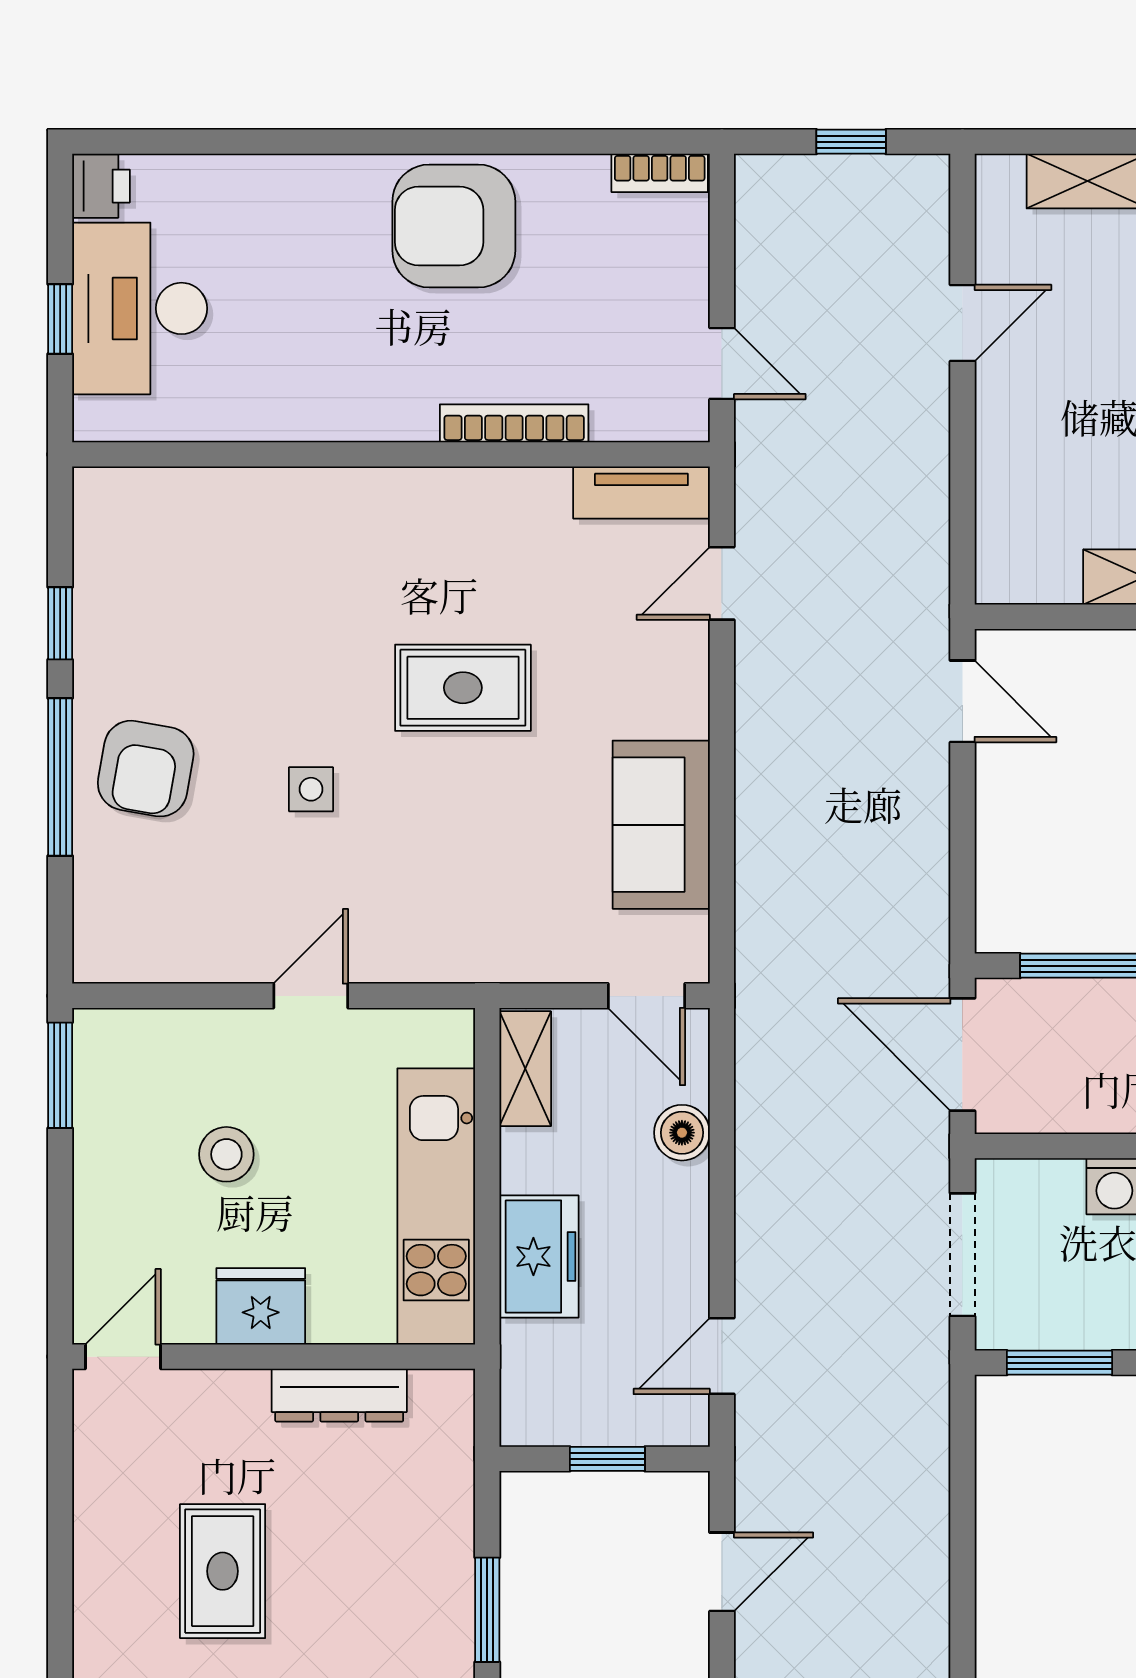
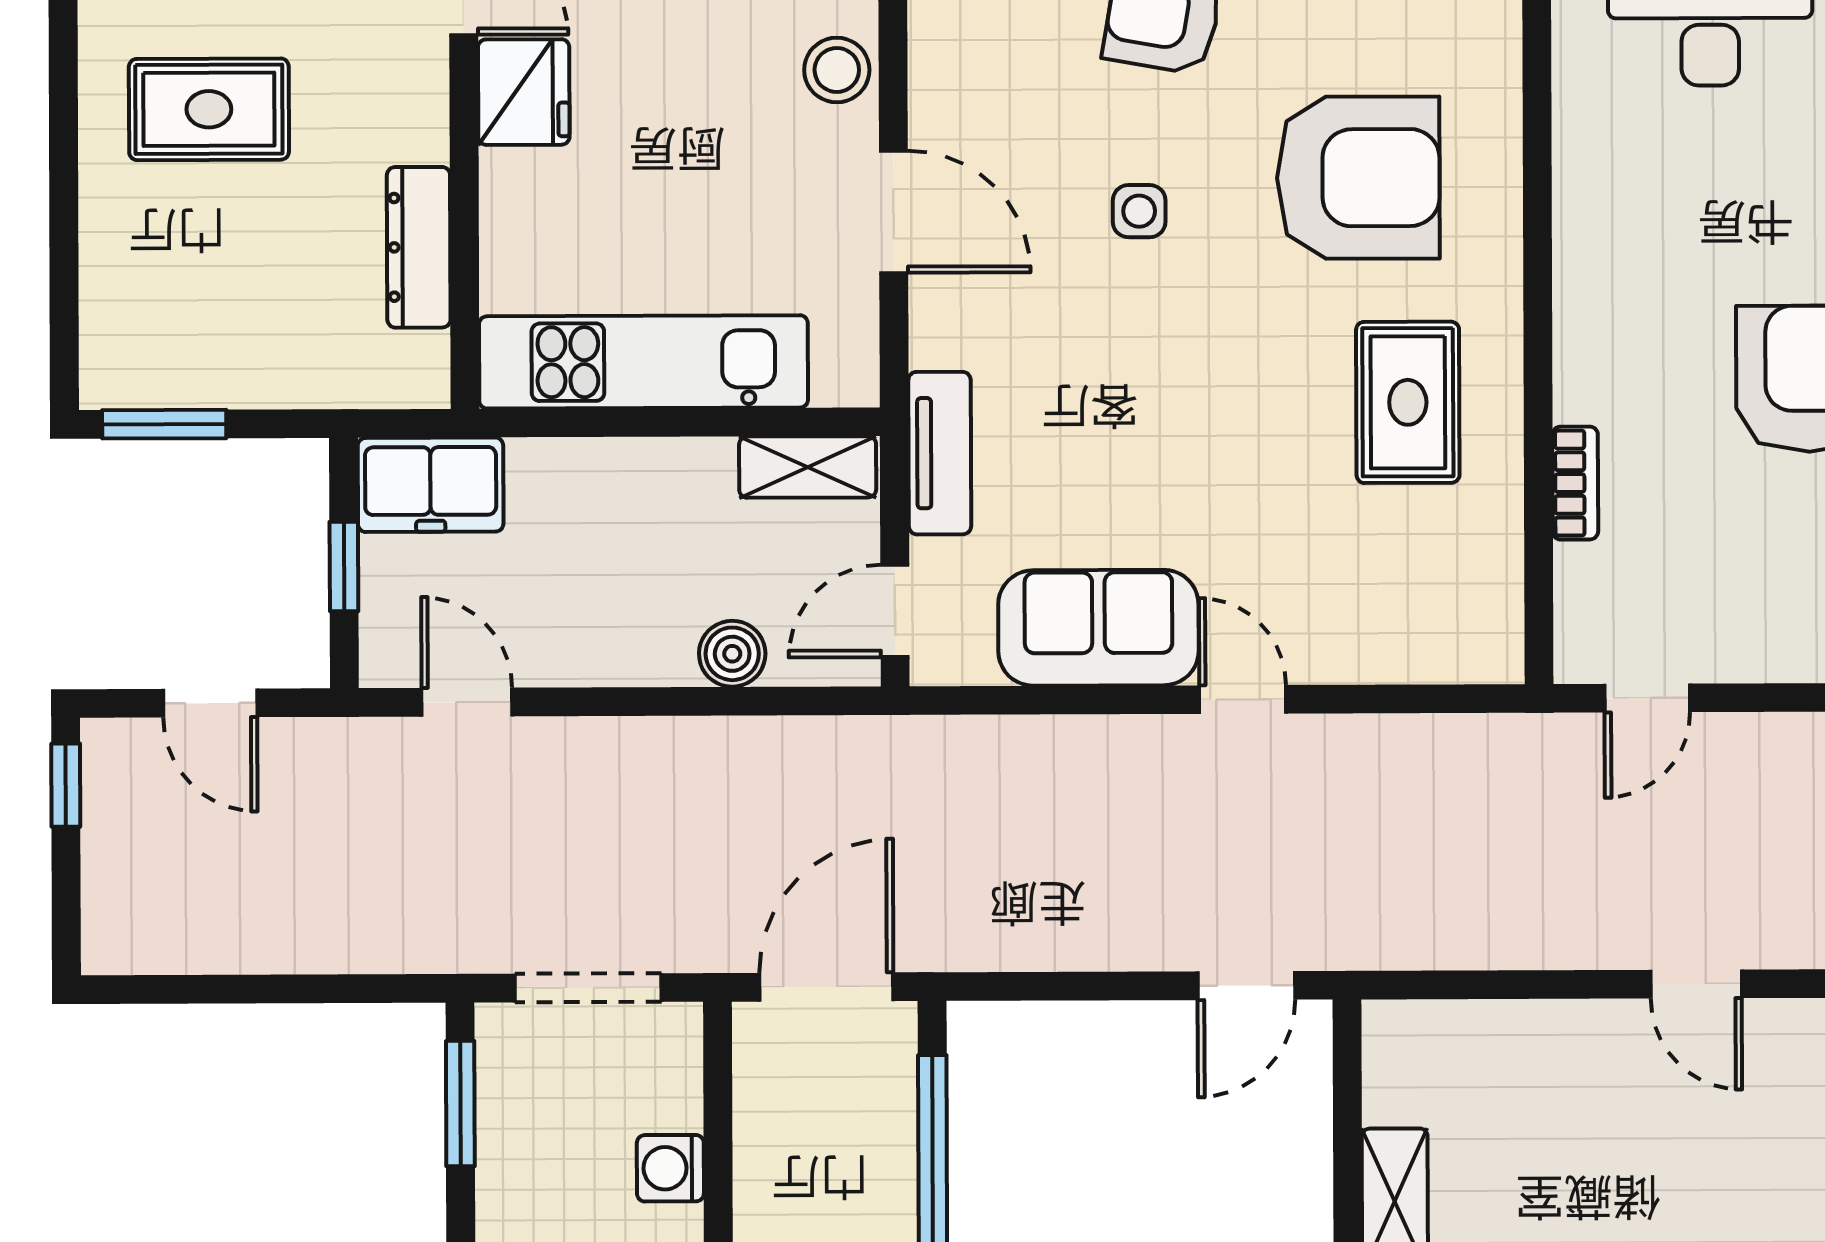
bookcase: (514, 423) -> (1575, 483), width x0.64
tv unit: (641, 492) -> (940, 453), moved, turned 180
door: (722, 583) -> (1243, 699), moved
armchair: (284, 605) -> (1358, 178), added
rug: (463, 688) -> (1408, 402), moved
door: (311, 996) -> (894, 212), width x1.37
stool: (226, 1154) -> (837, 70), moved
freezer: (539, 1257) -> (431, 485), moved
fridge: (261, 1306) -> (524, 92), moved

